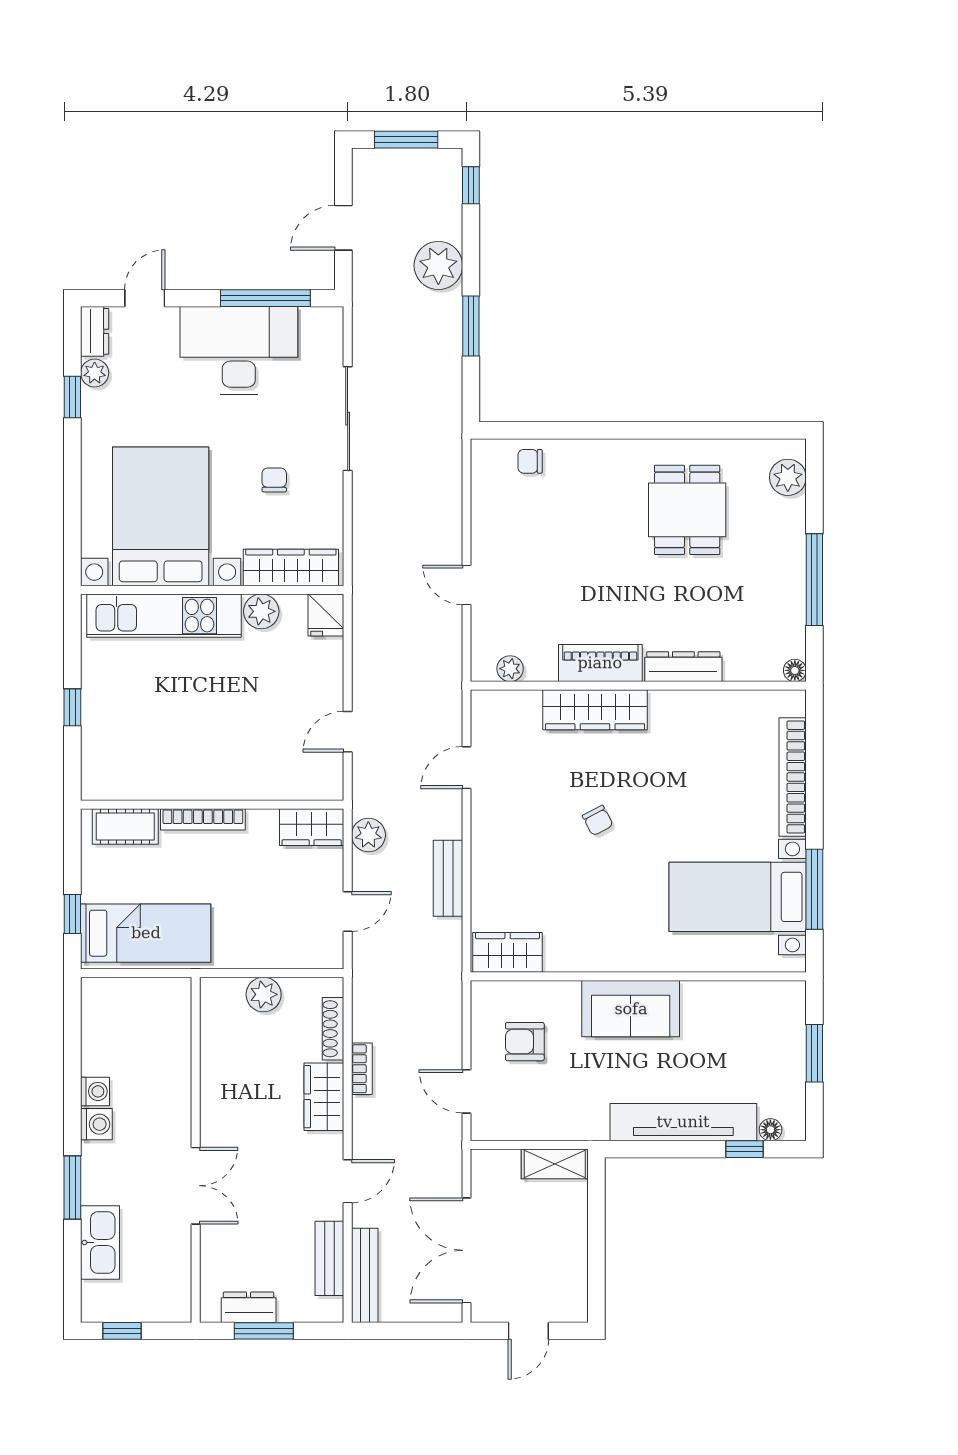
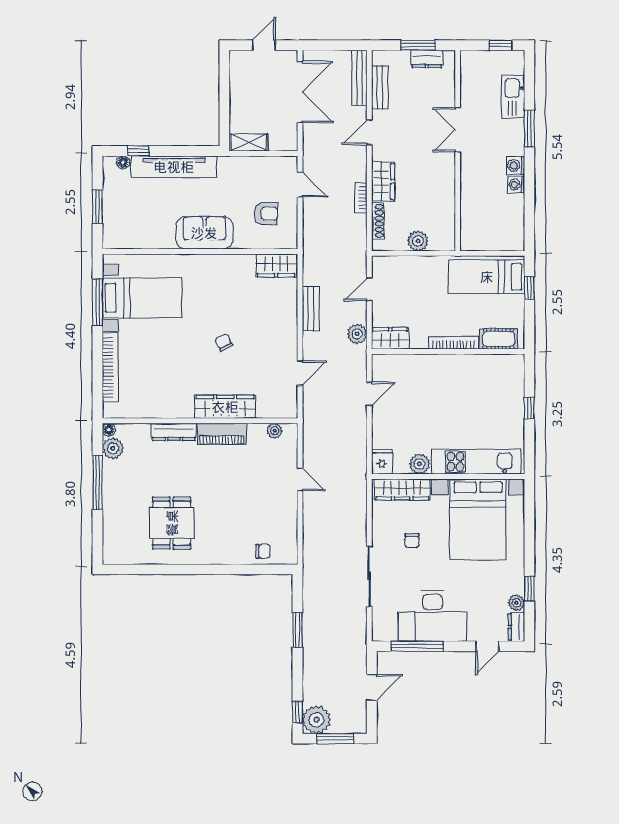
plant: (438, 265) -> (316, 720), moved
plant: (788, 477) -> (113, 448), moved

